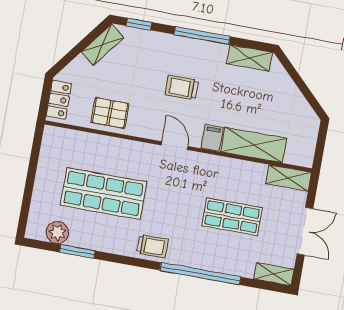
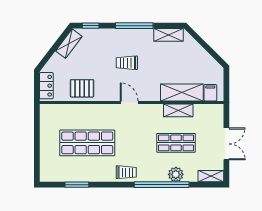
filing cabinet: (212, 138) -> (210, 93), moved
shelving: (288, 178) -> (178, 110), moved
plant: (57, 232) -> (176, 174), moved

